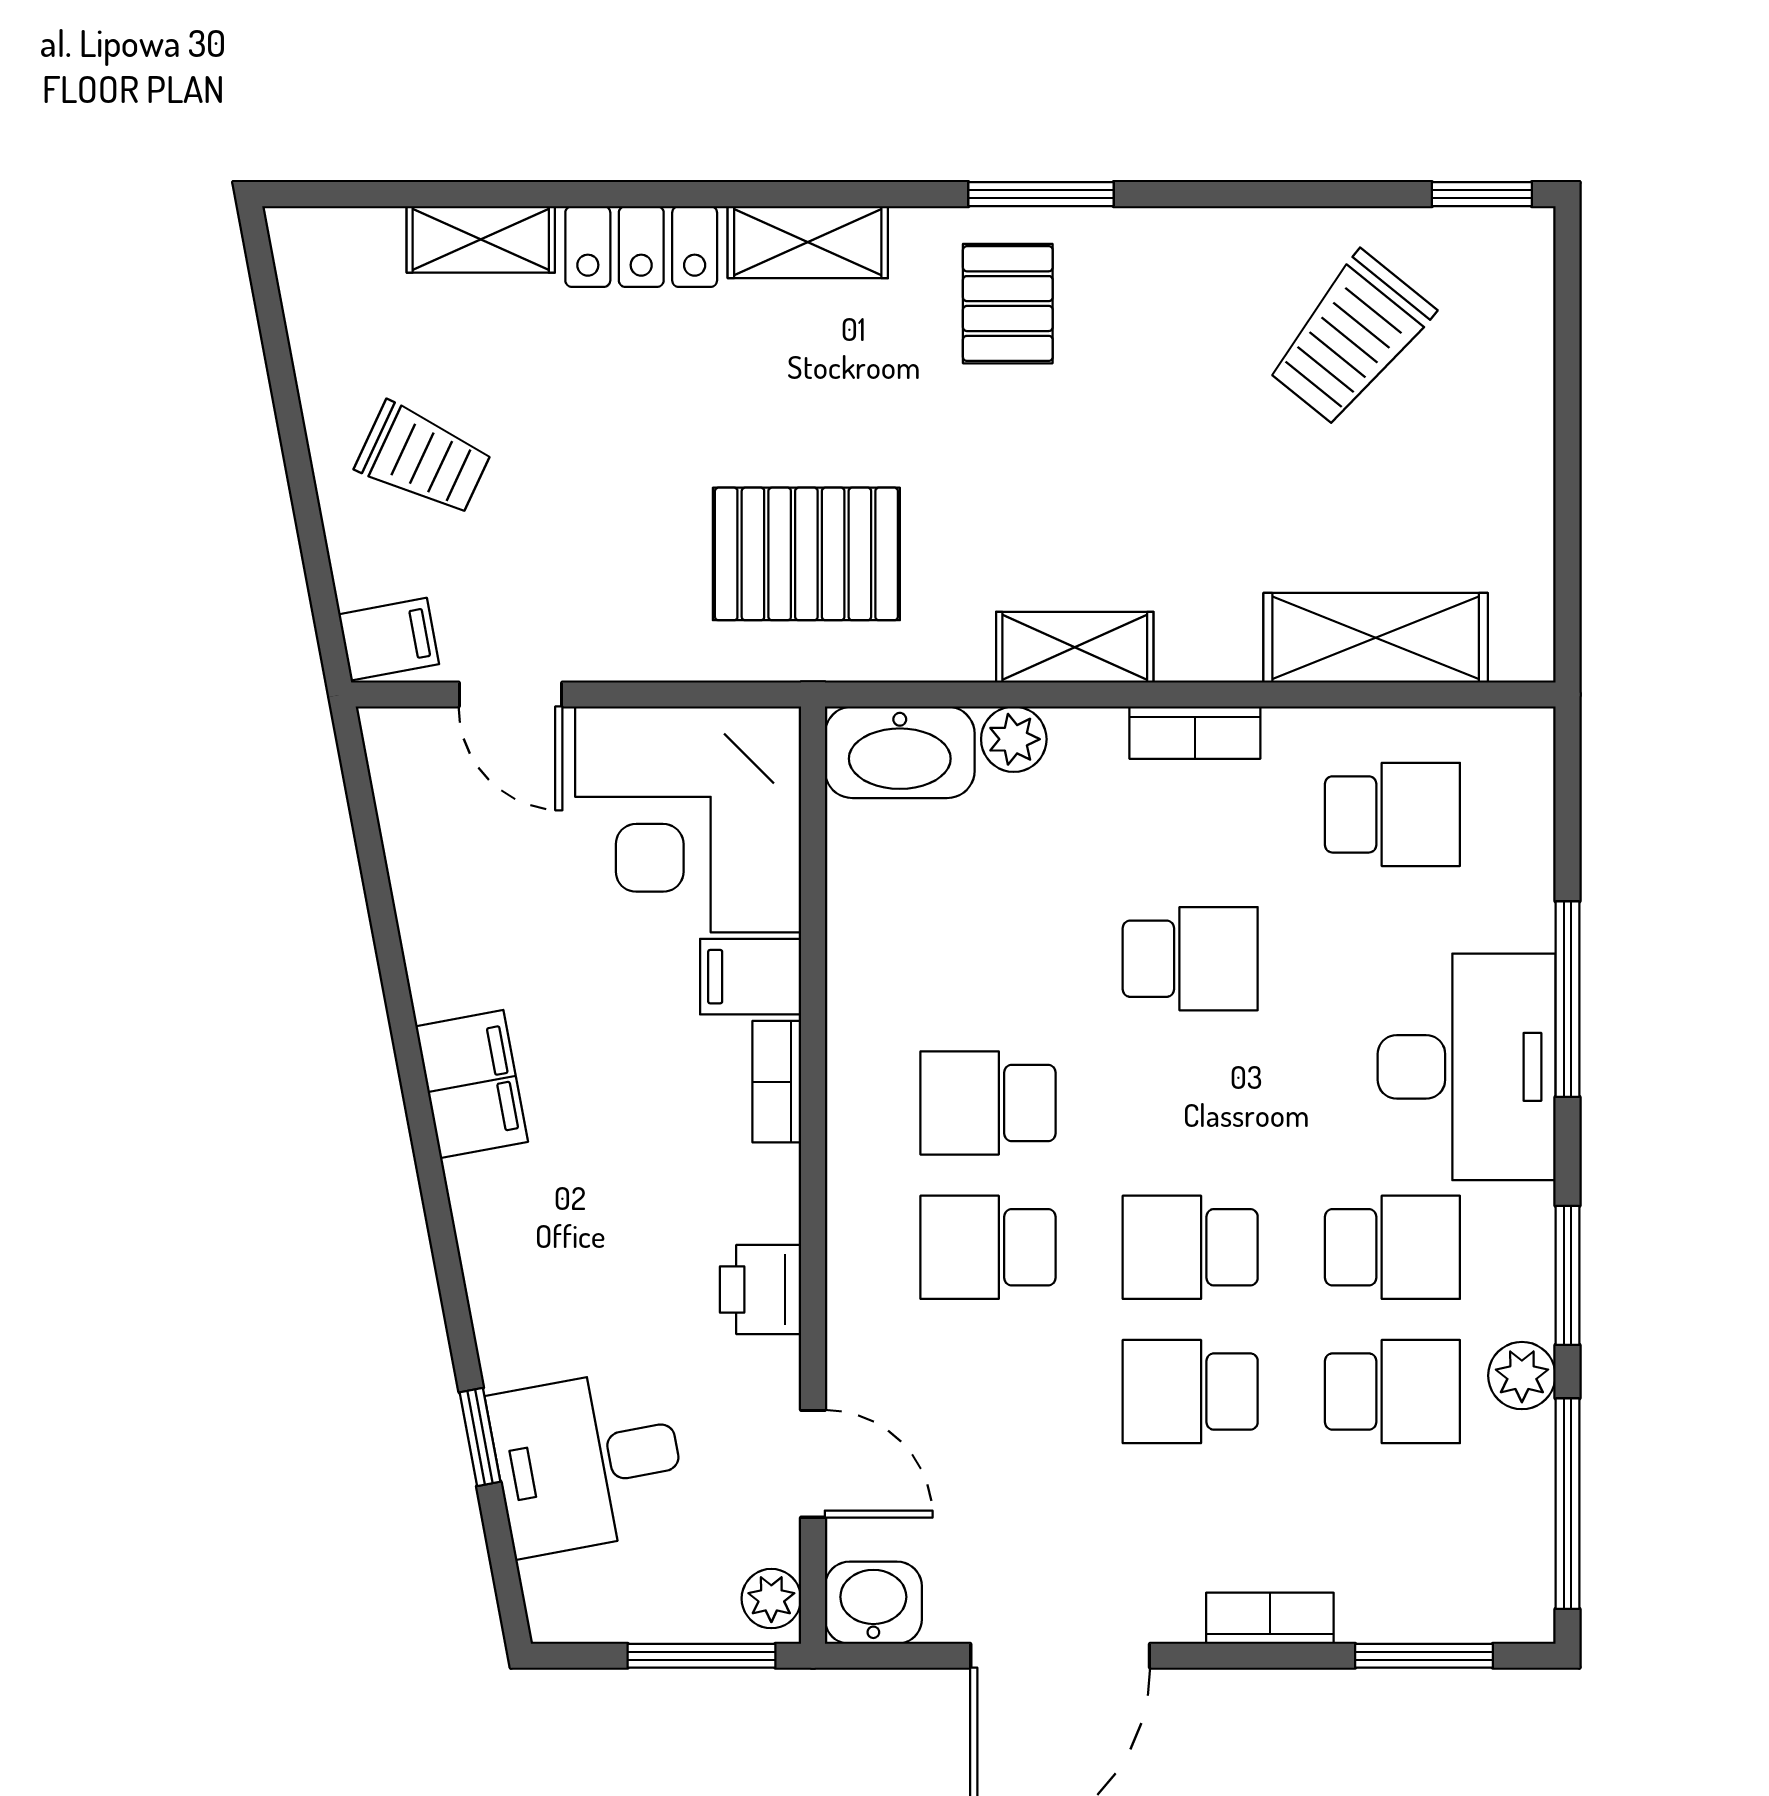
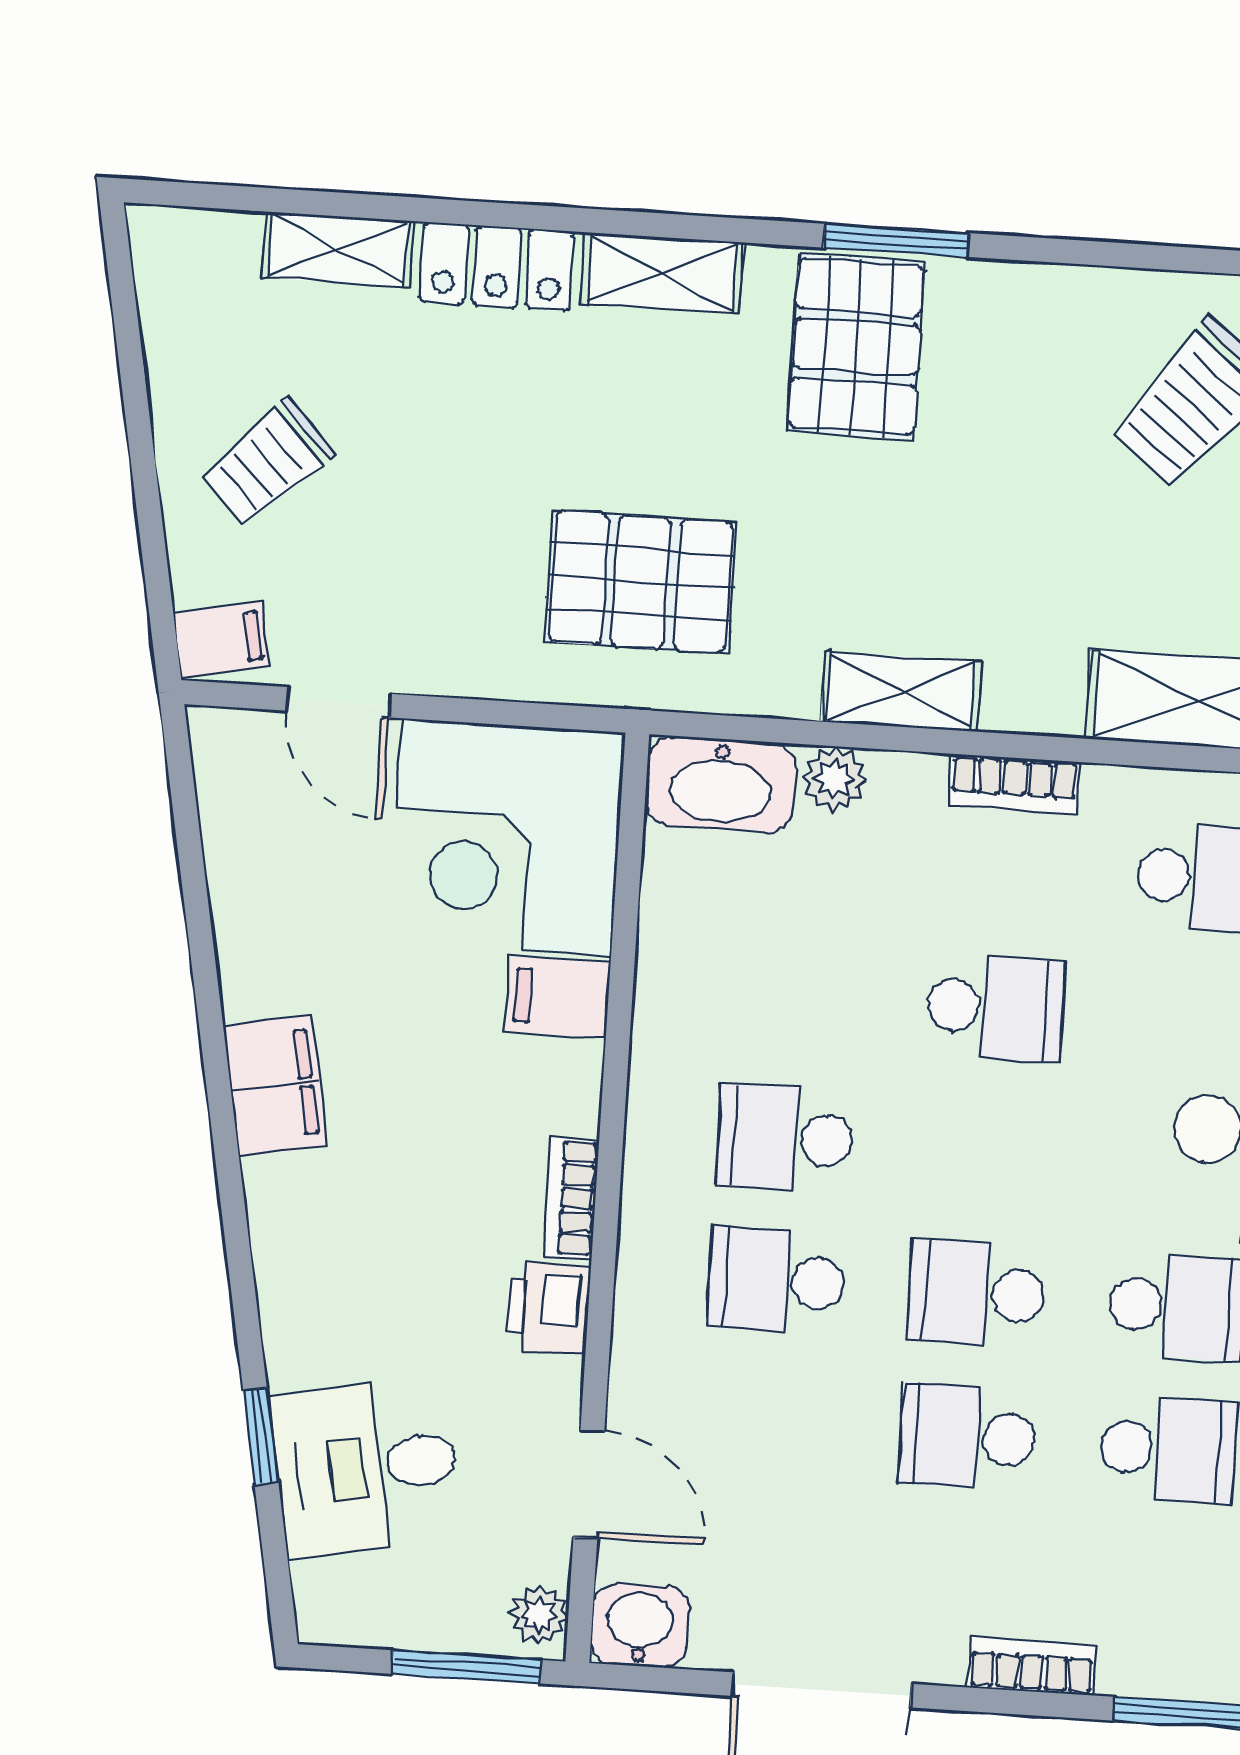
pallet: (1008, 304) -> (856, 347), width x1.50, depth x1.42
trolley: (423, 459) -> (267, 463), turned 111
bookcase: (777, 1082) -> (571, 1198), moved

